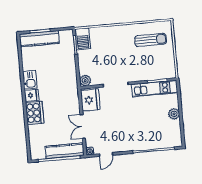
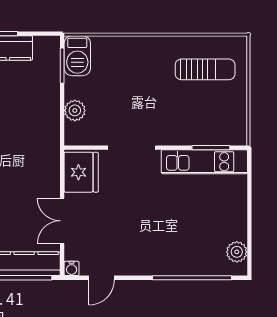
plant: (85, 81) -> (75, 110), moved
plant: (174, 114) -> (237, 252), moved

